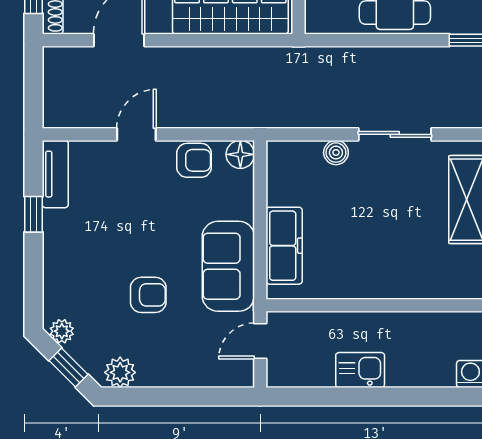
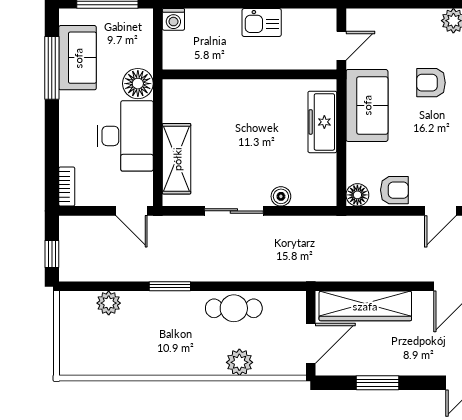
armchair: (194, 160) -> (394, 190), turned 180

